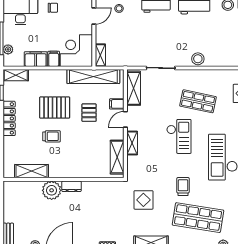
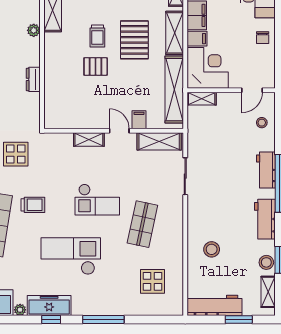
door: (94, 16) -> (252, 90), hinge flipped
stool: (198, 59) -> (212, 249), moved
pallet: (89, 113) -> (96, 67), moved
shelving: (117, 157) -> (175, 33), moved, turned 90
dresser: (72, 186) -> (33, 79), moved
plant: (52, 190) -> (34, 30), width x0.53, depth x0.53

